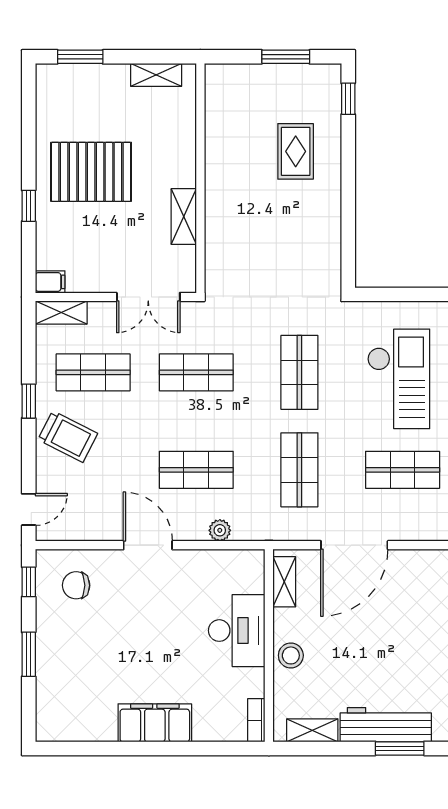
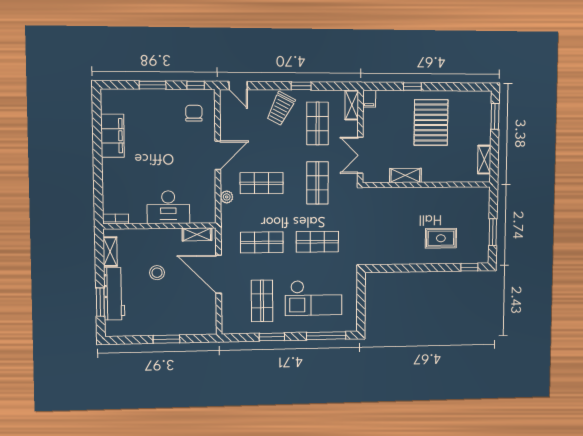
shop shelf: (196, 470) -> (262, 183), turned 90
stool: (291, 655) -> (157, 273), moved
filing cabinet: (155, 723) -> (113, 136), moved

